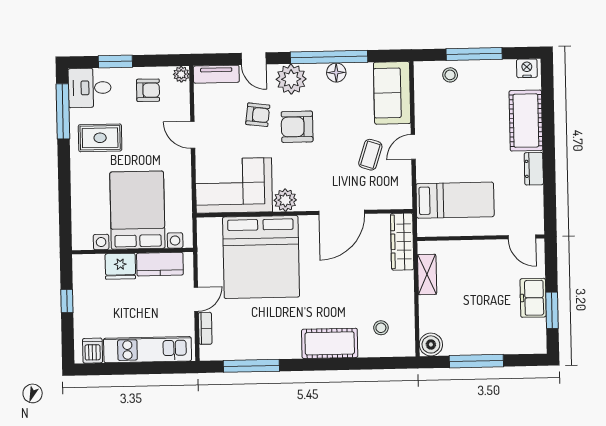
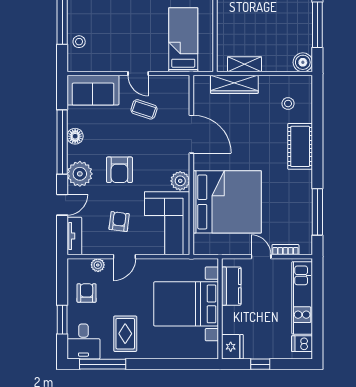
plant: (181, 74) -> (98, 265), moved
armchair: (258, 115) -> (119, 222), moved
wardrobe: (402, 242) -> (234, 84), moved
fridge: (120, 266) -> (232, 347), moved

